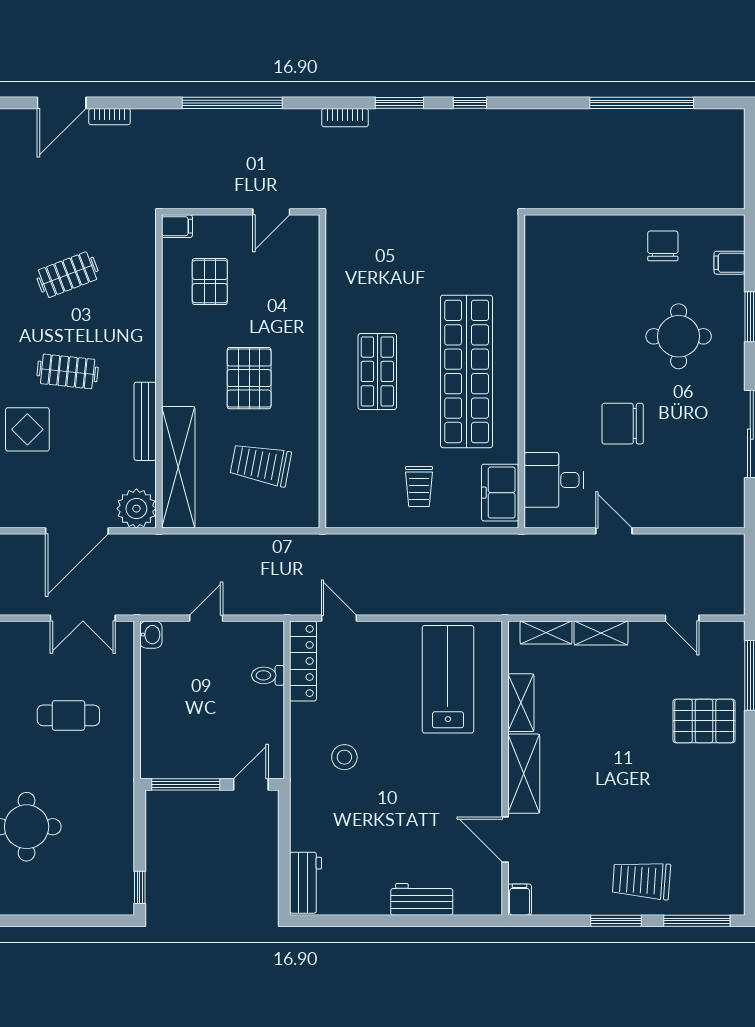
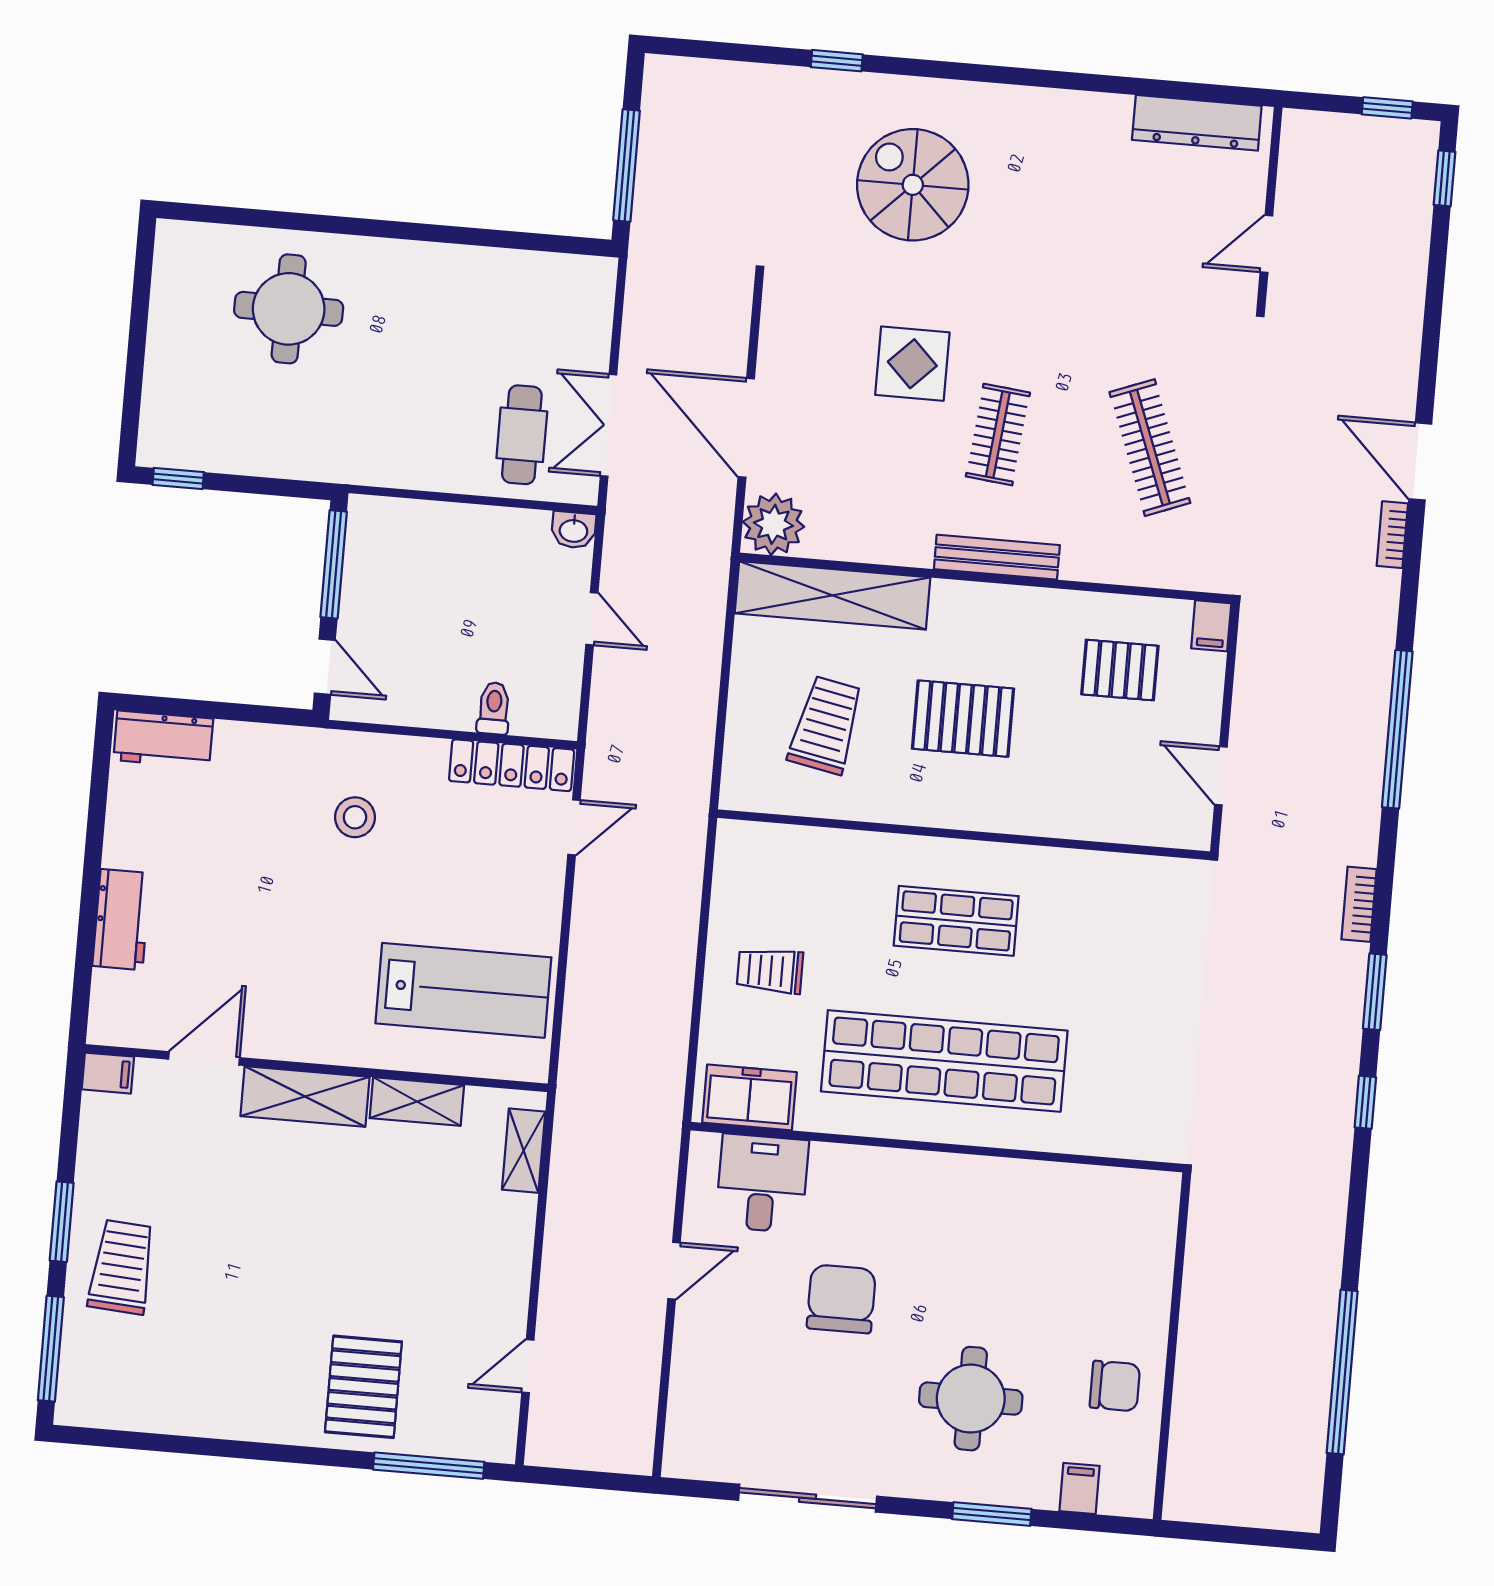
clothes rail: (68, 275) -> (1150, 448), width x1.36
bench: (145, 421) -> (997, 557), moved
shelving: (601, 633) -> (515, 1237), removed
cafe table: (68, 715) -> (522, 435), moved

